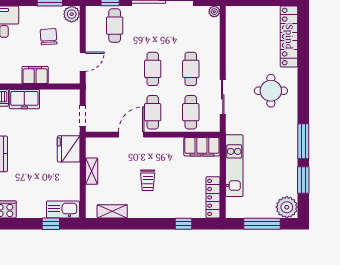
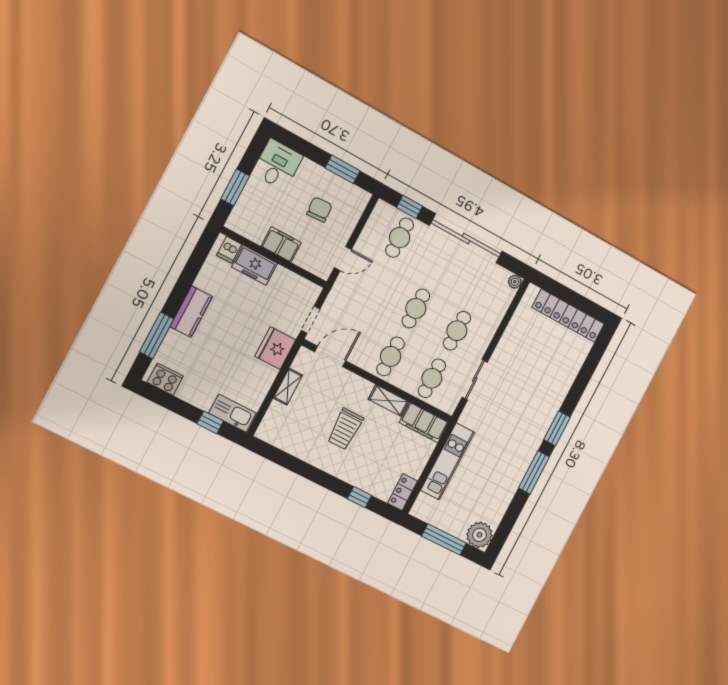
plant: (72, 14) -> (359, 199), removed
locker: (289, 37) -> (568, 316), moved, turned -90
round table: (271, 91) -> (529, 400), removed
door: (131, 135) -> (330, 356), moved
trolley: (148, 180) -> (345, 429), width x1.36, depth x1.39
window: (303, 180) -> (557, 428), moved
locker: (213, 197) -> (403, 492), width x0.66
shelving: (112, 211) -> (388, 401), moved

